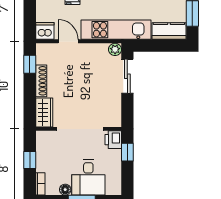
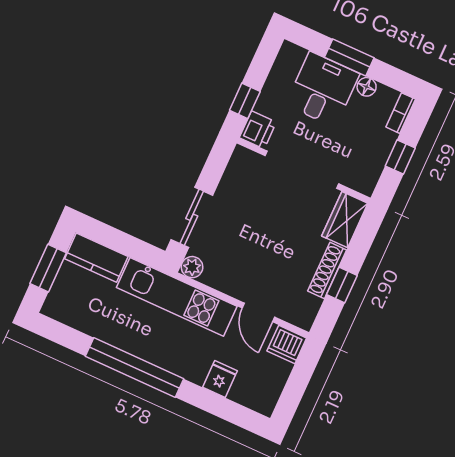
window: (30, 64) -> (342, 285), moved

